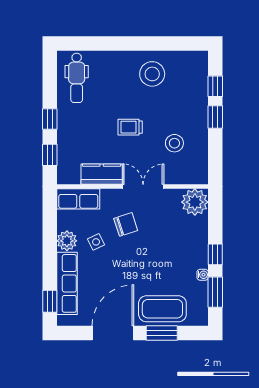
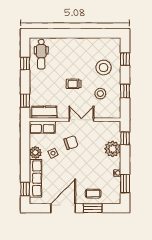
stool: (152, 74) -> (104, 68), moved
window: (215, 117) -> (125, 91), moved
window: (50, 119) -> (25, 64), moved
kitchen counter: (102, 174) -> (44, 112), moved
plant: (195, 202) -> (113, 149), moved
window: (215, 254) -> (125, 138), moved
coffee table: (162, 309) -> (93, 194), width x0.54, depth x0.58

